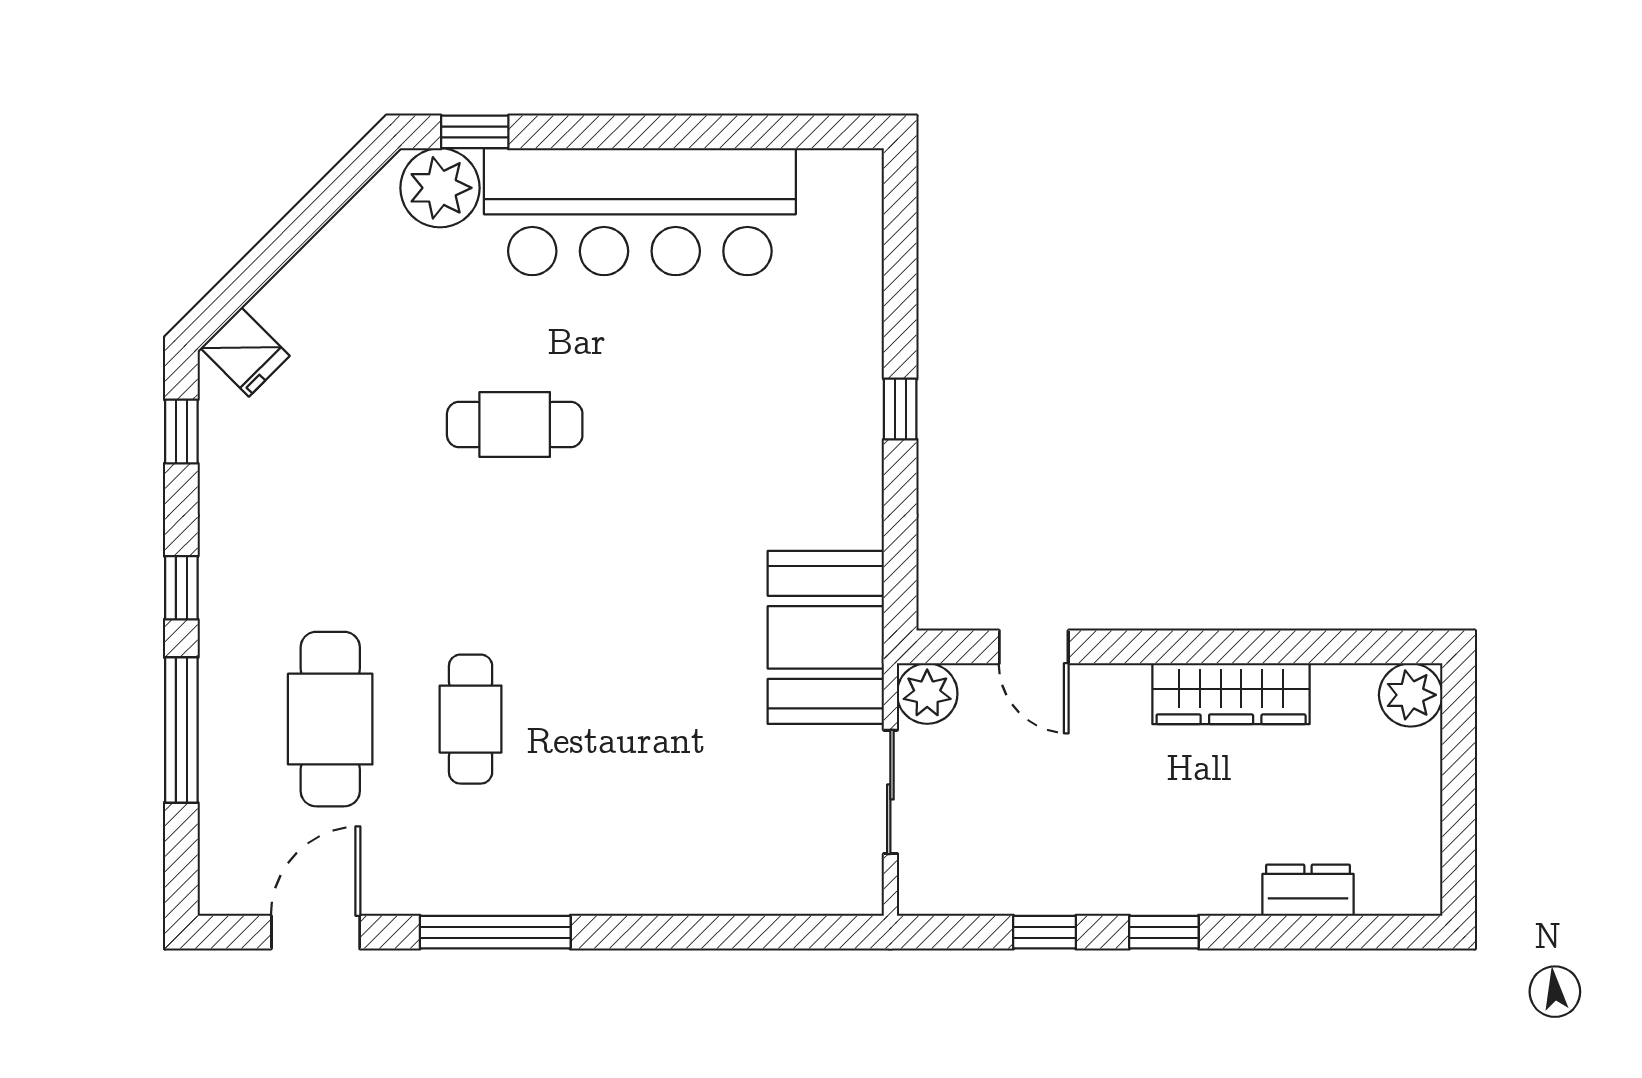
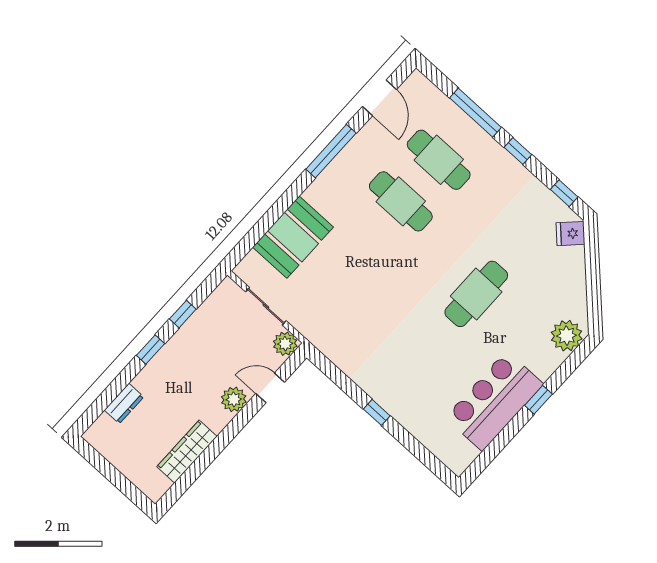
window: (475, 132) -> (538, 400), moved
bar counter: (640, 212) -> (494, 401), width x0.73
cafe table: (515, 425) -> (476, 294), width x1.37, depth x1.35
booth: (826, 637) -> (293, 237), moved, turned 90
wardrobe: (1231, 694) -> (187, 452), moved
plant: (1411, 695) -> (234, 399), moved
cafe table: (471, 719) -> (401, 201), width x1.37, depth x1.35

